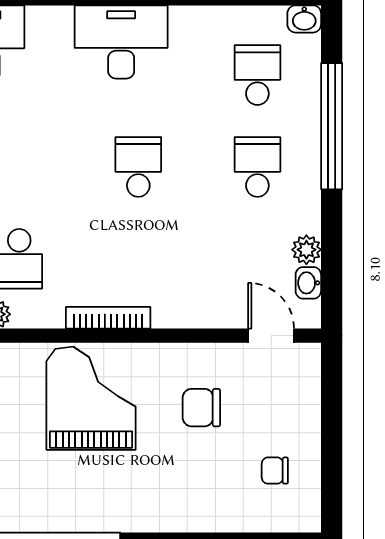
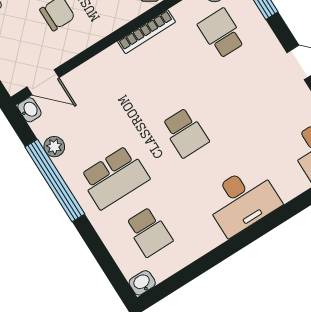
window: (332, 126) -> (55, 181), moved
school desk: (257, 167) -> (114, 177), width x1.85
washbasin: (308, 283) -> (29, 110), moved

